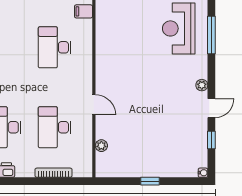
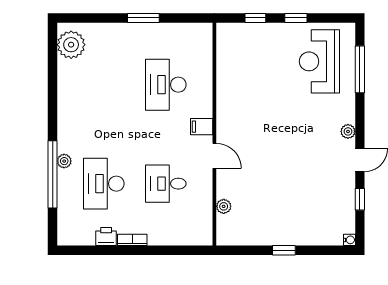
filing cabinet: (84, 11) -> (202, 127), moved
desk: (55, 127) -> (166, 184), width x0.73
bookcase: (53, 173) -> (132, 240), moved, width x0.64

